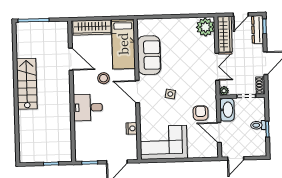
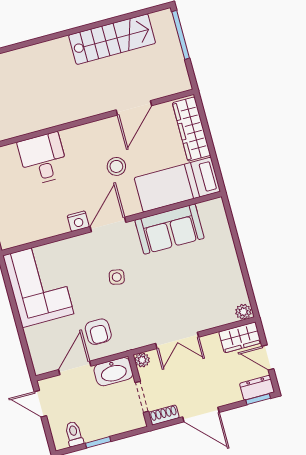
plant: (205, 27) -> (243, 312), width x0.53, depth x0.53
dresser: (258, 30) -> (257, 388), width x0.70
wardrobe: (225, 34) -> (240, 337), width x0.67
stairs: (27, 84) -> (112, 39), moved
desk: (88, 108) -> (43, 159), moved
armchair: (201, 113) -> (98, 332), turned 90
toilet: (258, 125) -> (74, 434), moved
nightstand: (132, 128) -> (78, 221), moved

